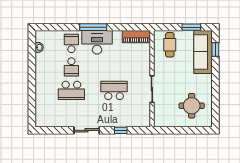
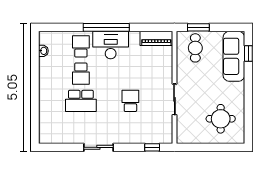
window: (93, 27) -> (106, 27), width x1.46
window: (191, 27) -> (198, 27), moved
school desk: (114, 90) -> (130, 101), width x0.54
window: (121, 130) -> (152, 147), moved

